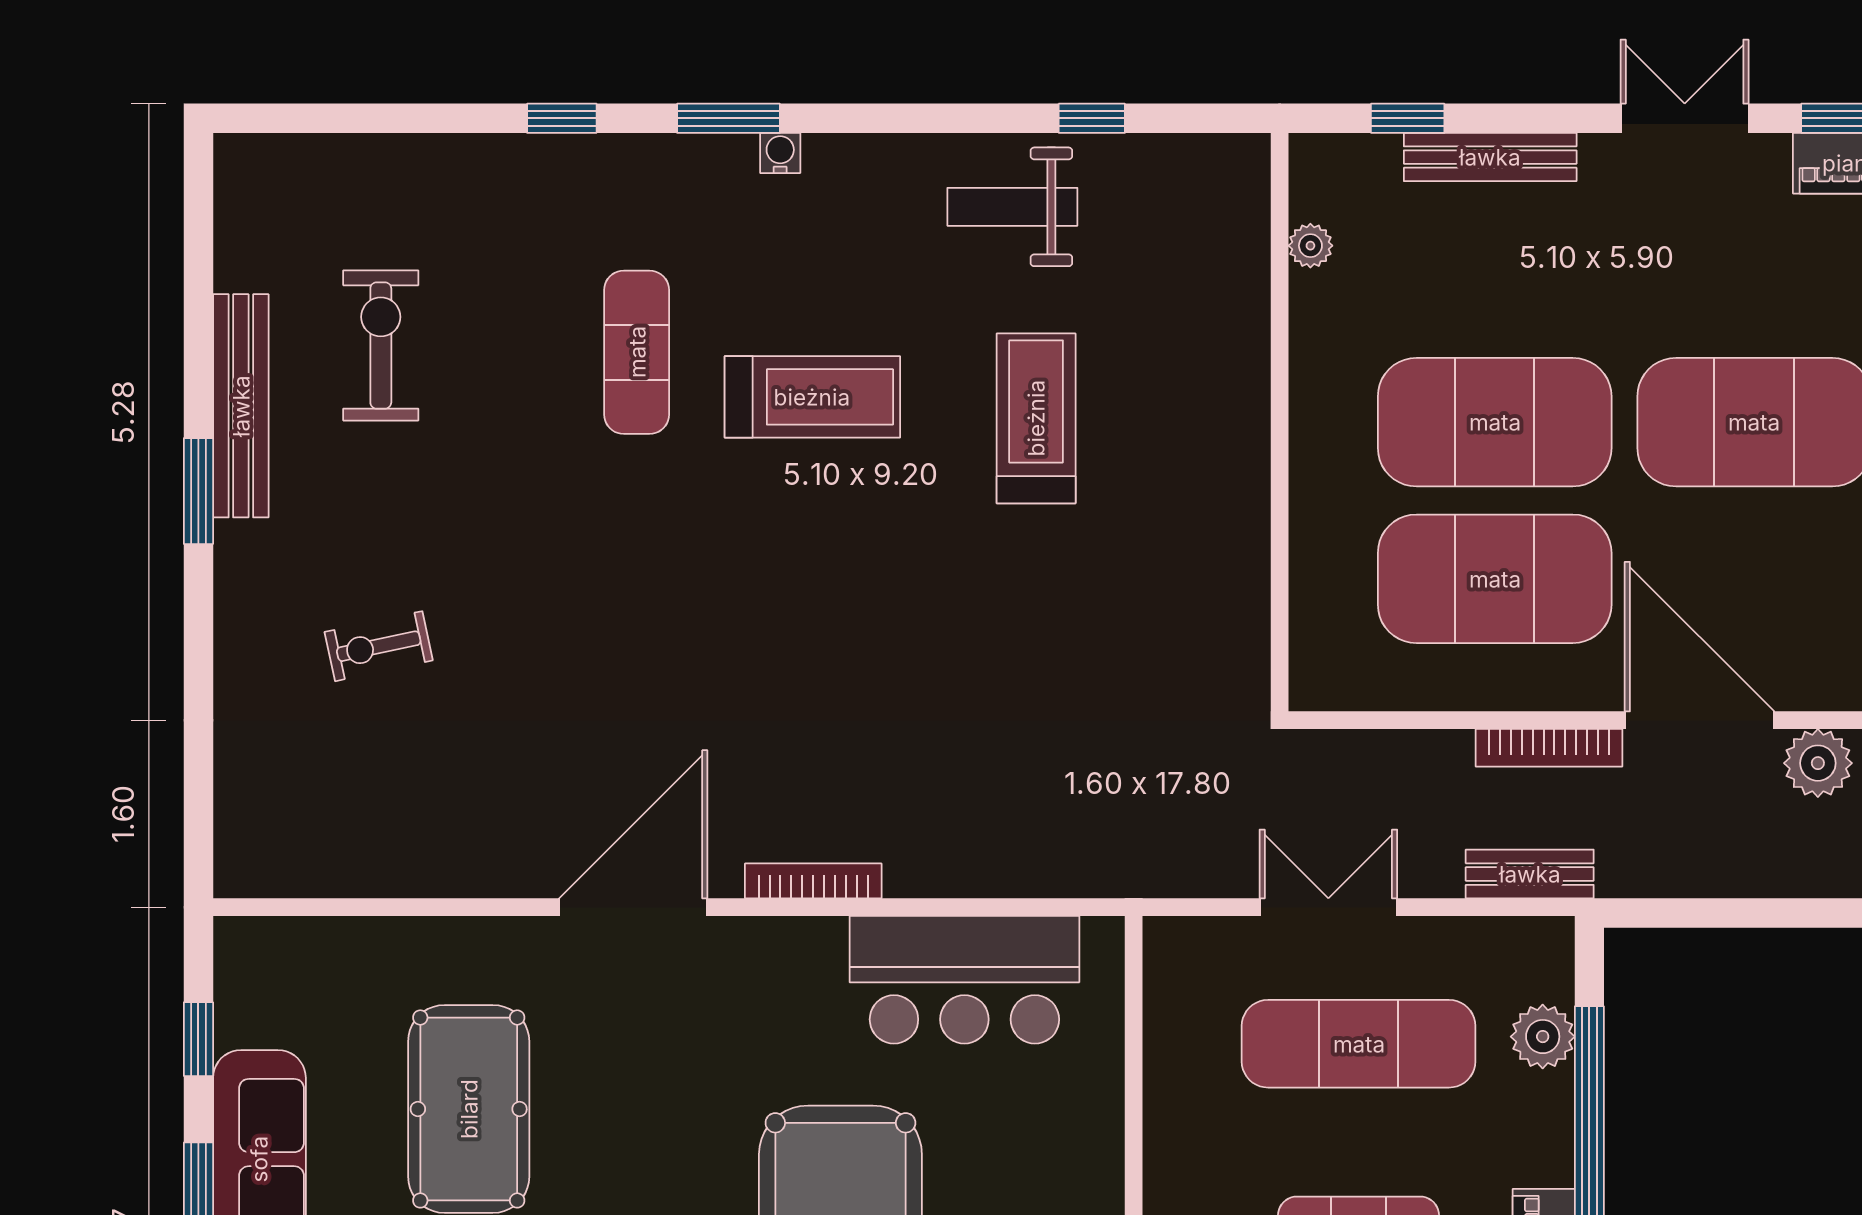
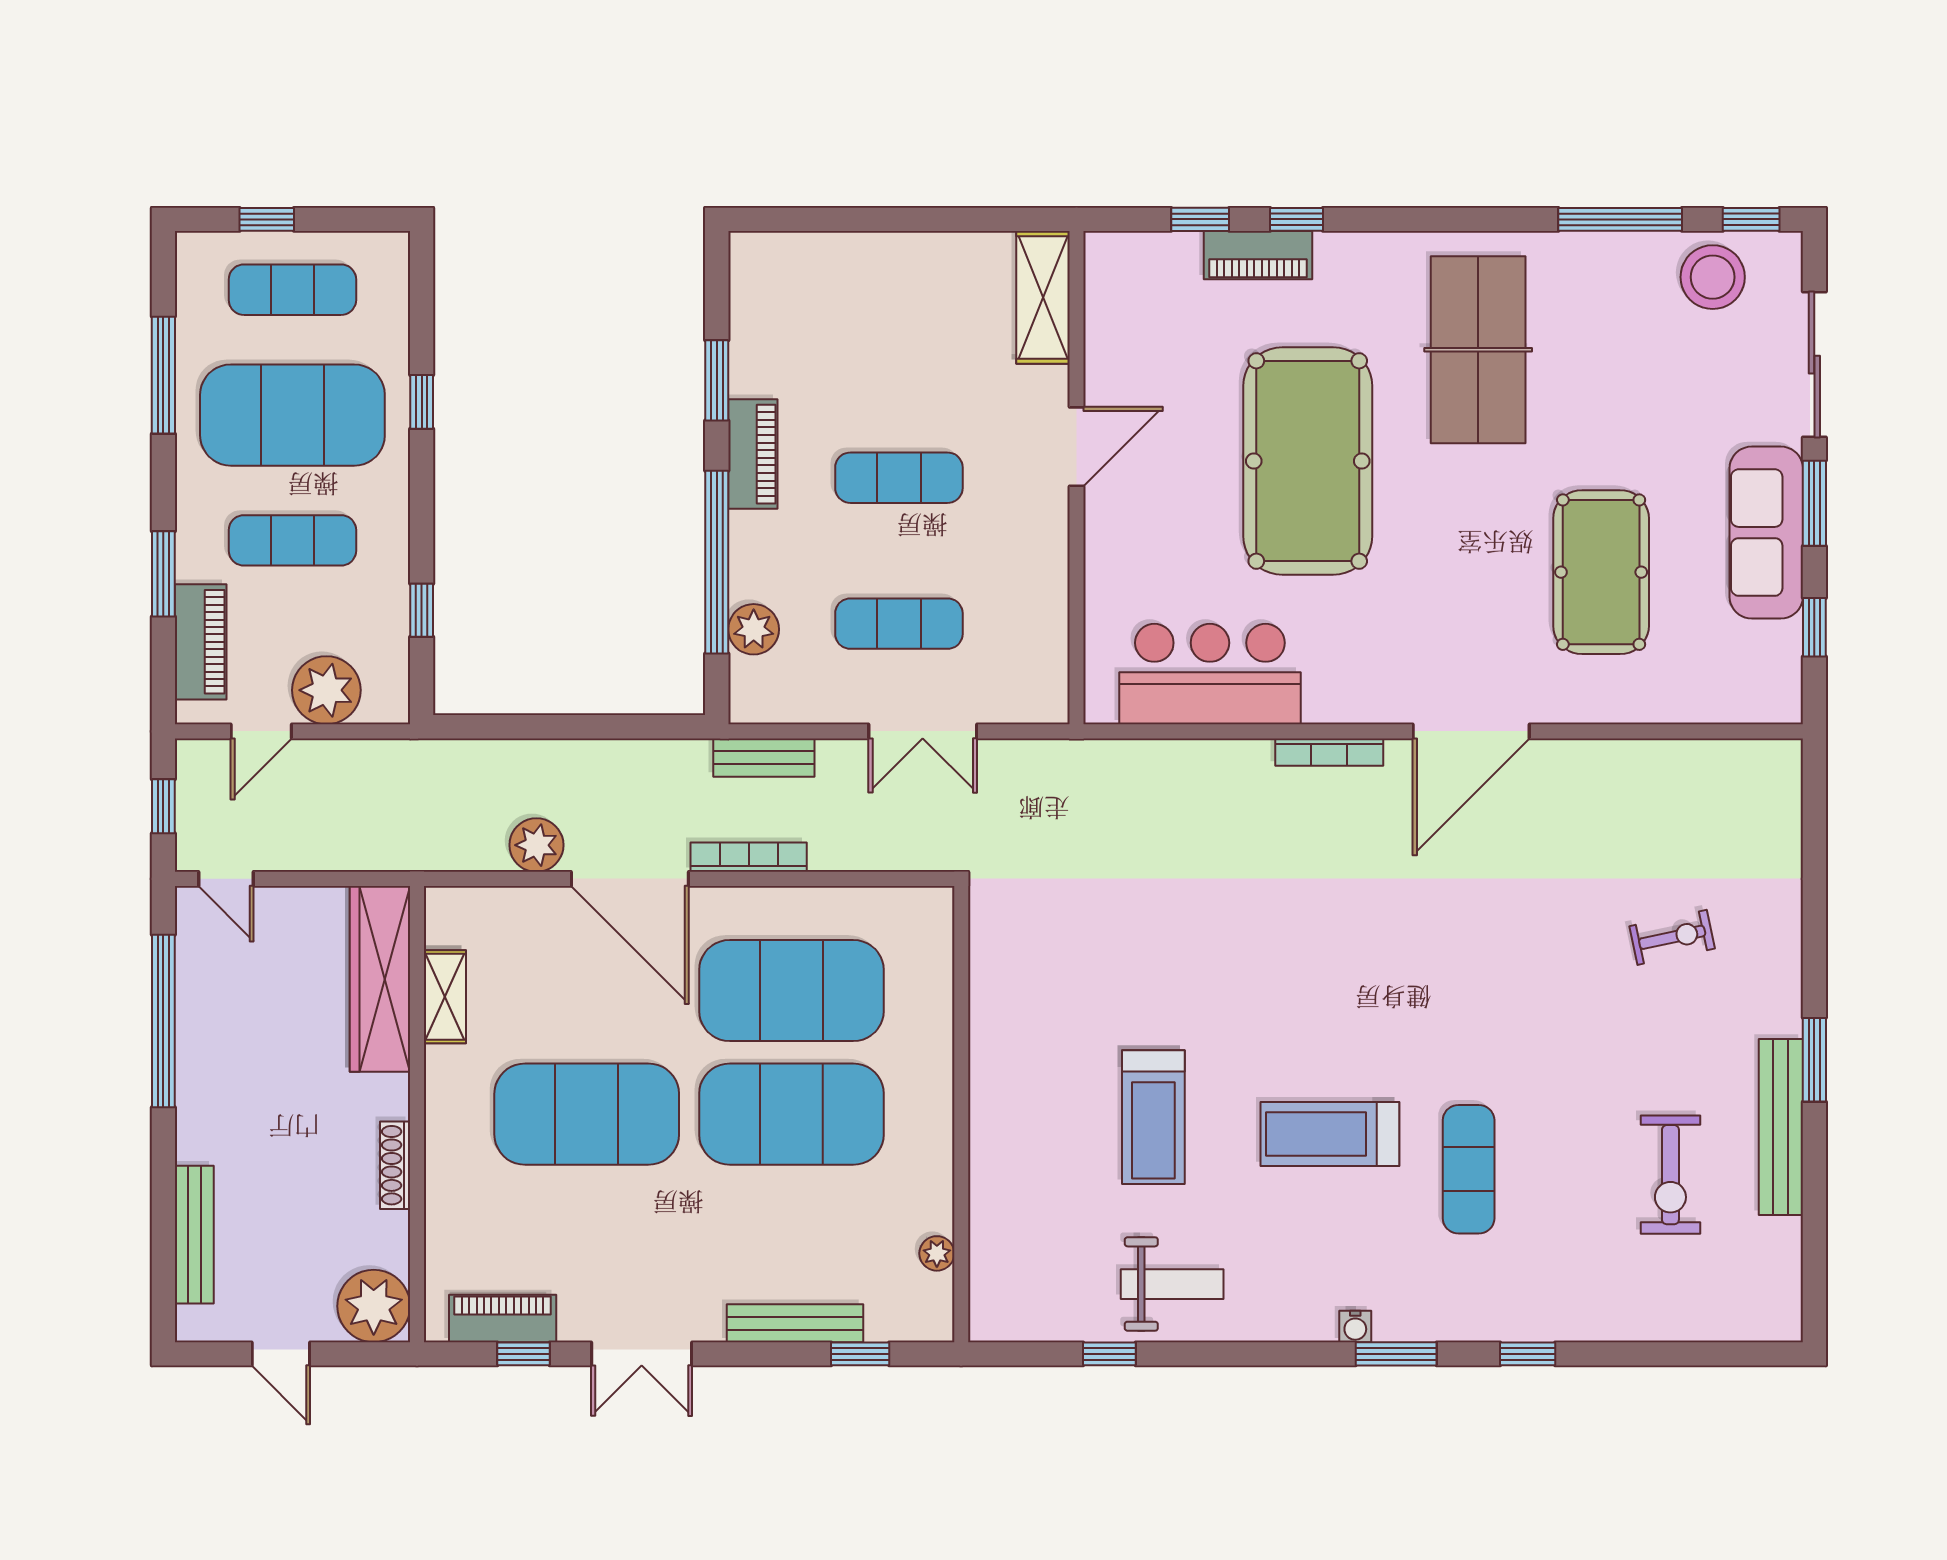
exercise mat: (1359, 1044) -> (899, 624), width x0.73, depth x0.69

